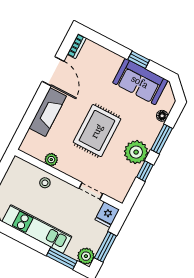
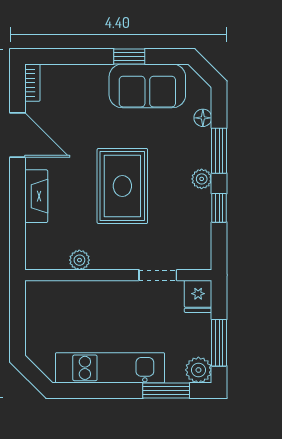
fireplace: (48, 112) -> (36, 196), width x0.73, depth x0.76
plant: (136, 152) -> (202, 179), width x0.53, depth x0.53
stool: (45, 183) -> (88, 297), removed

